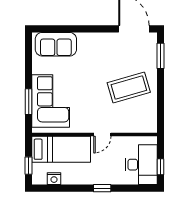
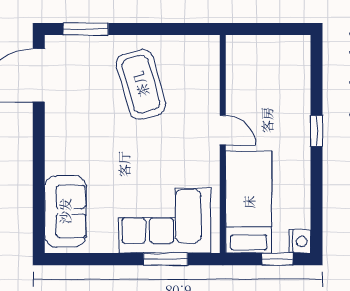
desk: (141, 165) -> (275, 62), removed
window: (160, 167) -> (279, 29), removed
nightstand: (54, 179) -> (300, 242), moved

